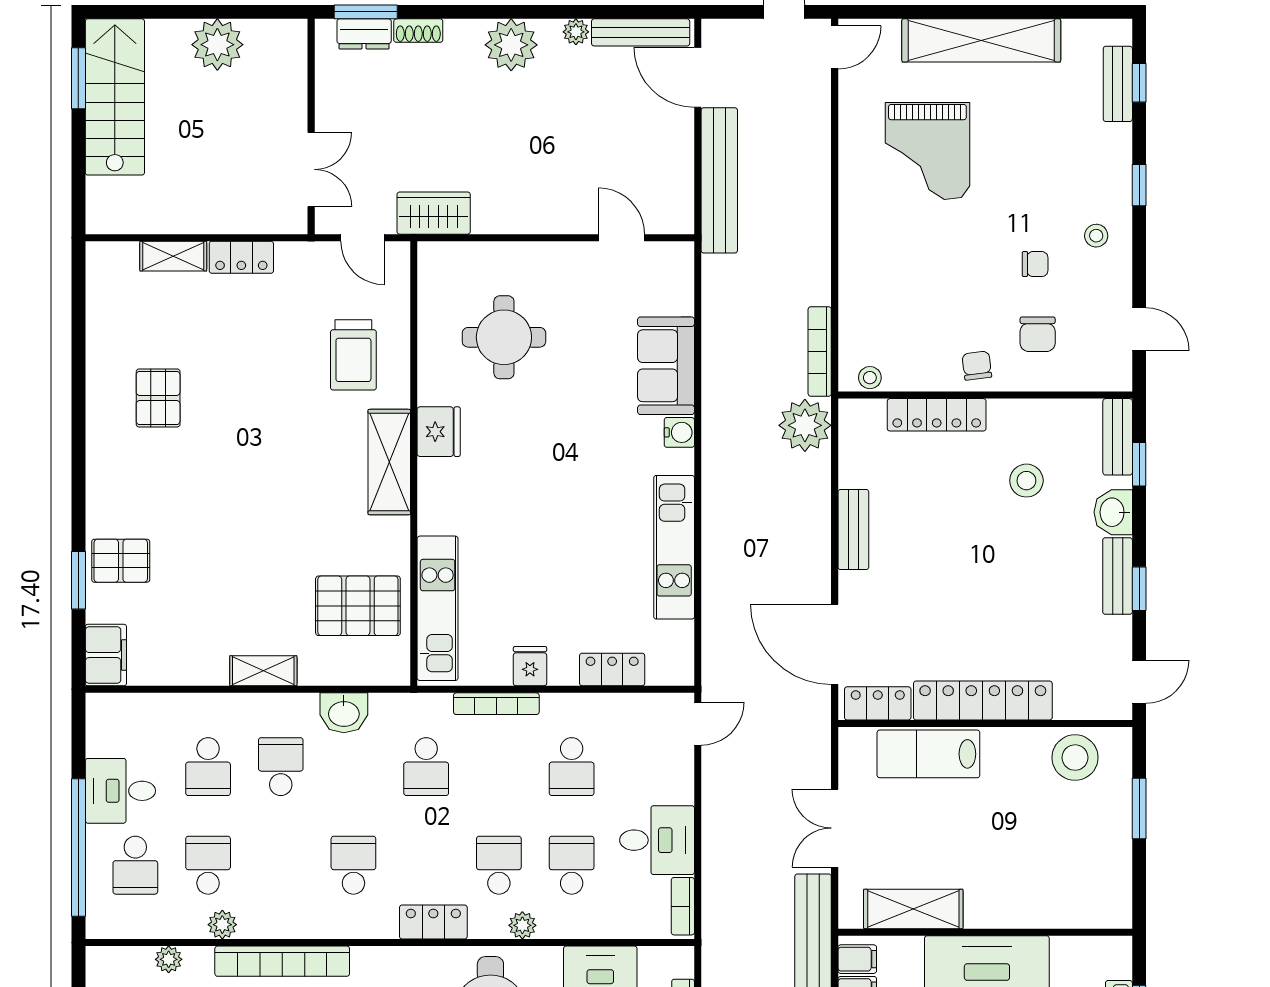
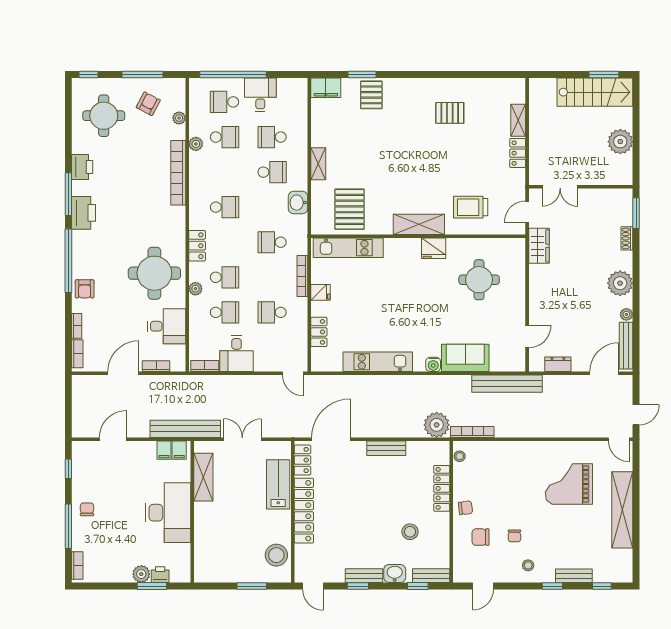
dresser: (364, 34) -> (558, 364), moved, turned 90
bench: (1118, 84) -> (574, 576), moved
bench: (719, 180) -> (507, 384), moved

